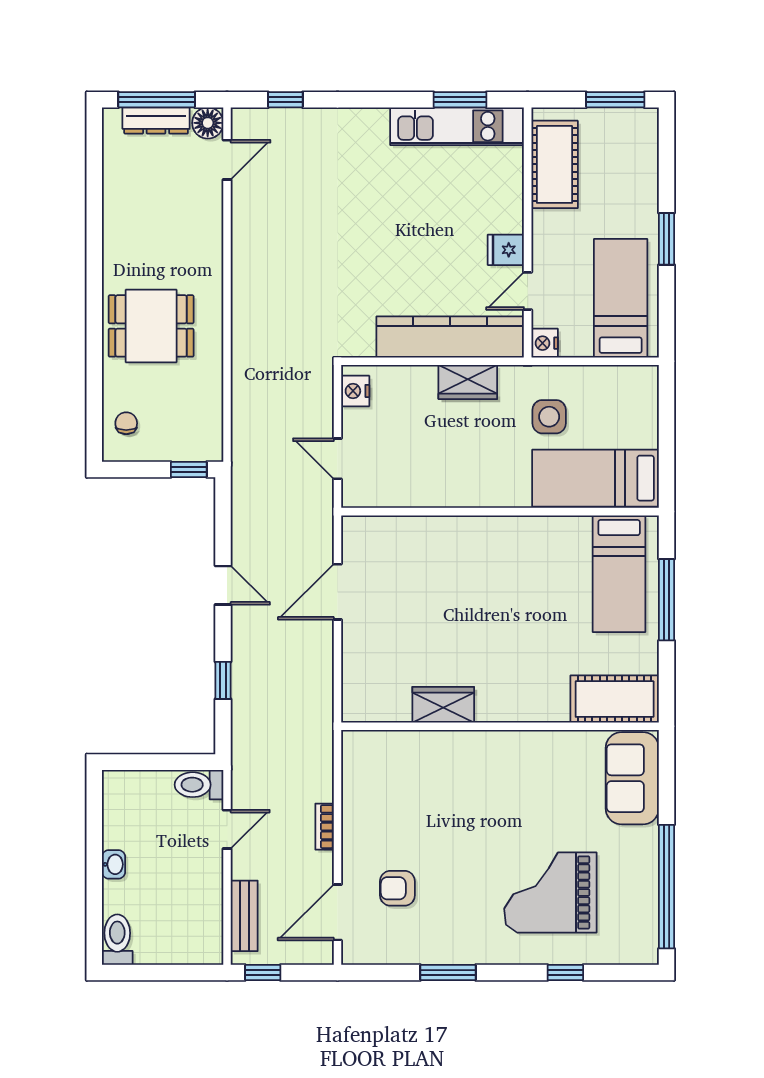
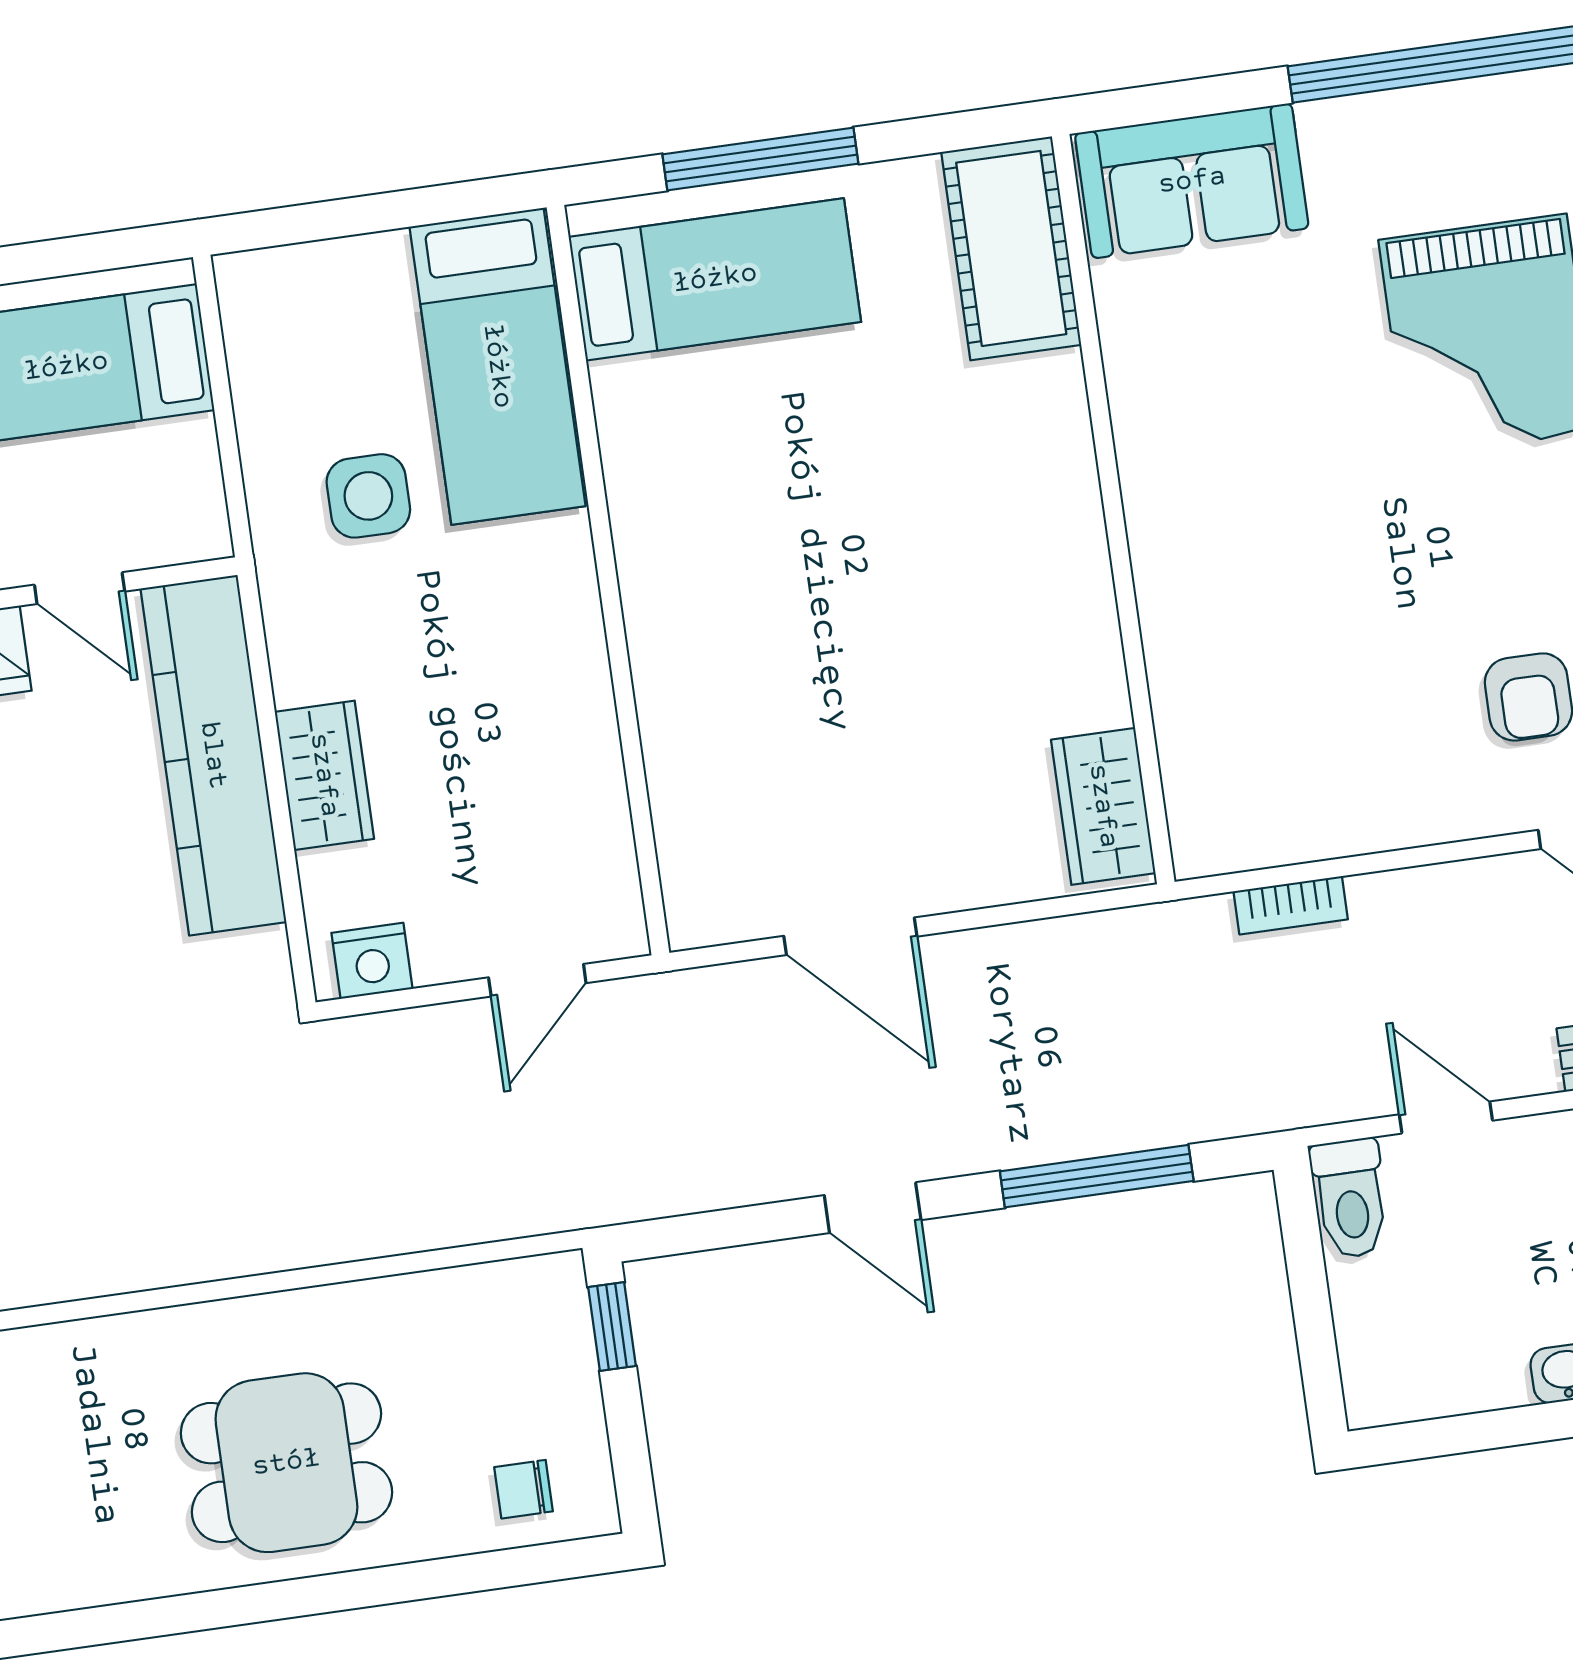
dining table: (151, 326) -> (286, 1463), turned 90
nightstand: (545, 343) -> (197, 531), removed
wardrobe: (468, 382) -> (324, 775), moved
door: (223, 585) -> (873, 1208), swing flipped
window: (223, 680) -> (1097, 1176), width x2.17
wardrobe: (443, 705) -> (1103, 806), moved
bookcase: (325, 827) -> (1291, 905), moved

